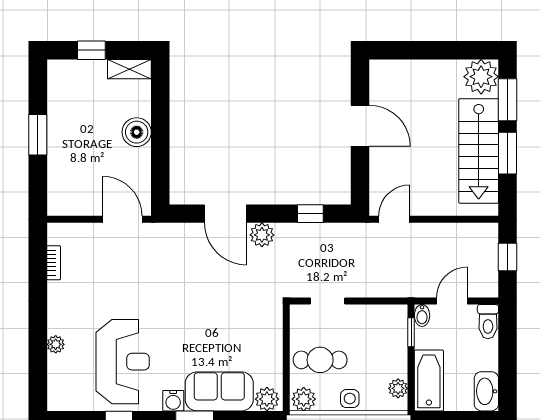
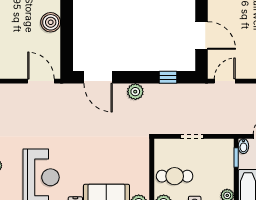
door: (360, 126) -> (202, 36), moved
door: (225, 214) -> (98, 77), moved
doorway: (328, 301) -> (192, 136), moved

